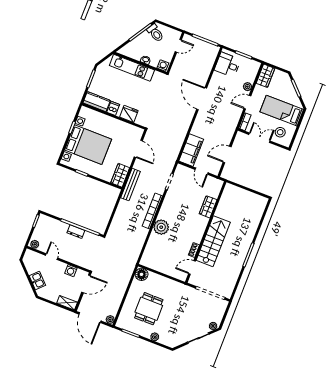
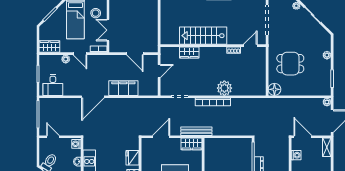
filing cabinet: (191, 150) -> (123, 88), moved
stairs: (213, 241) -> (203, 36), moved
door: (192, 267) -> (250, 46), swing flipped
dining table: (149, 309) -> (290, 64), moved

